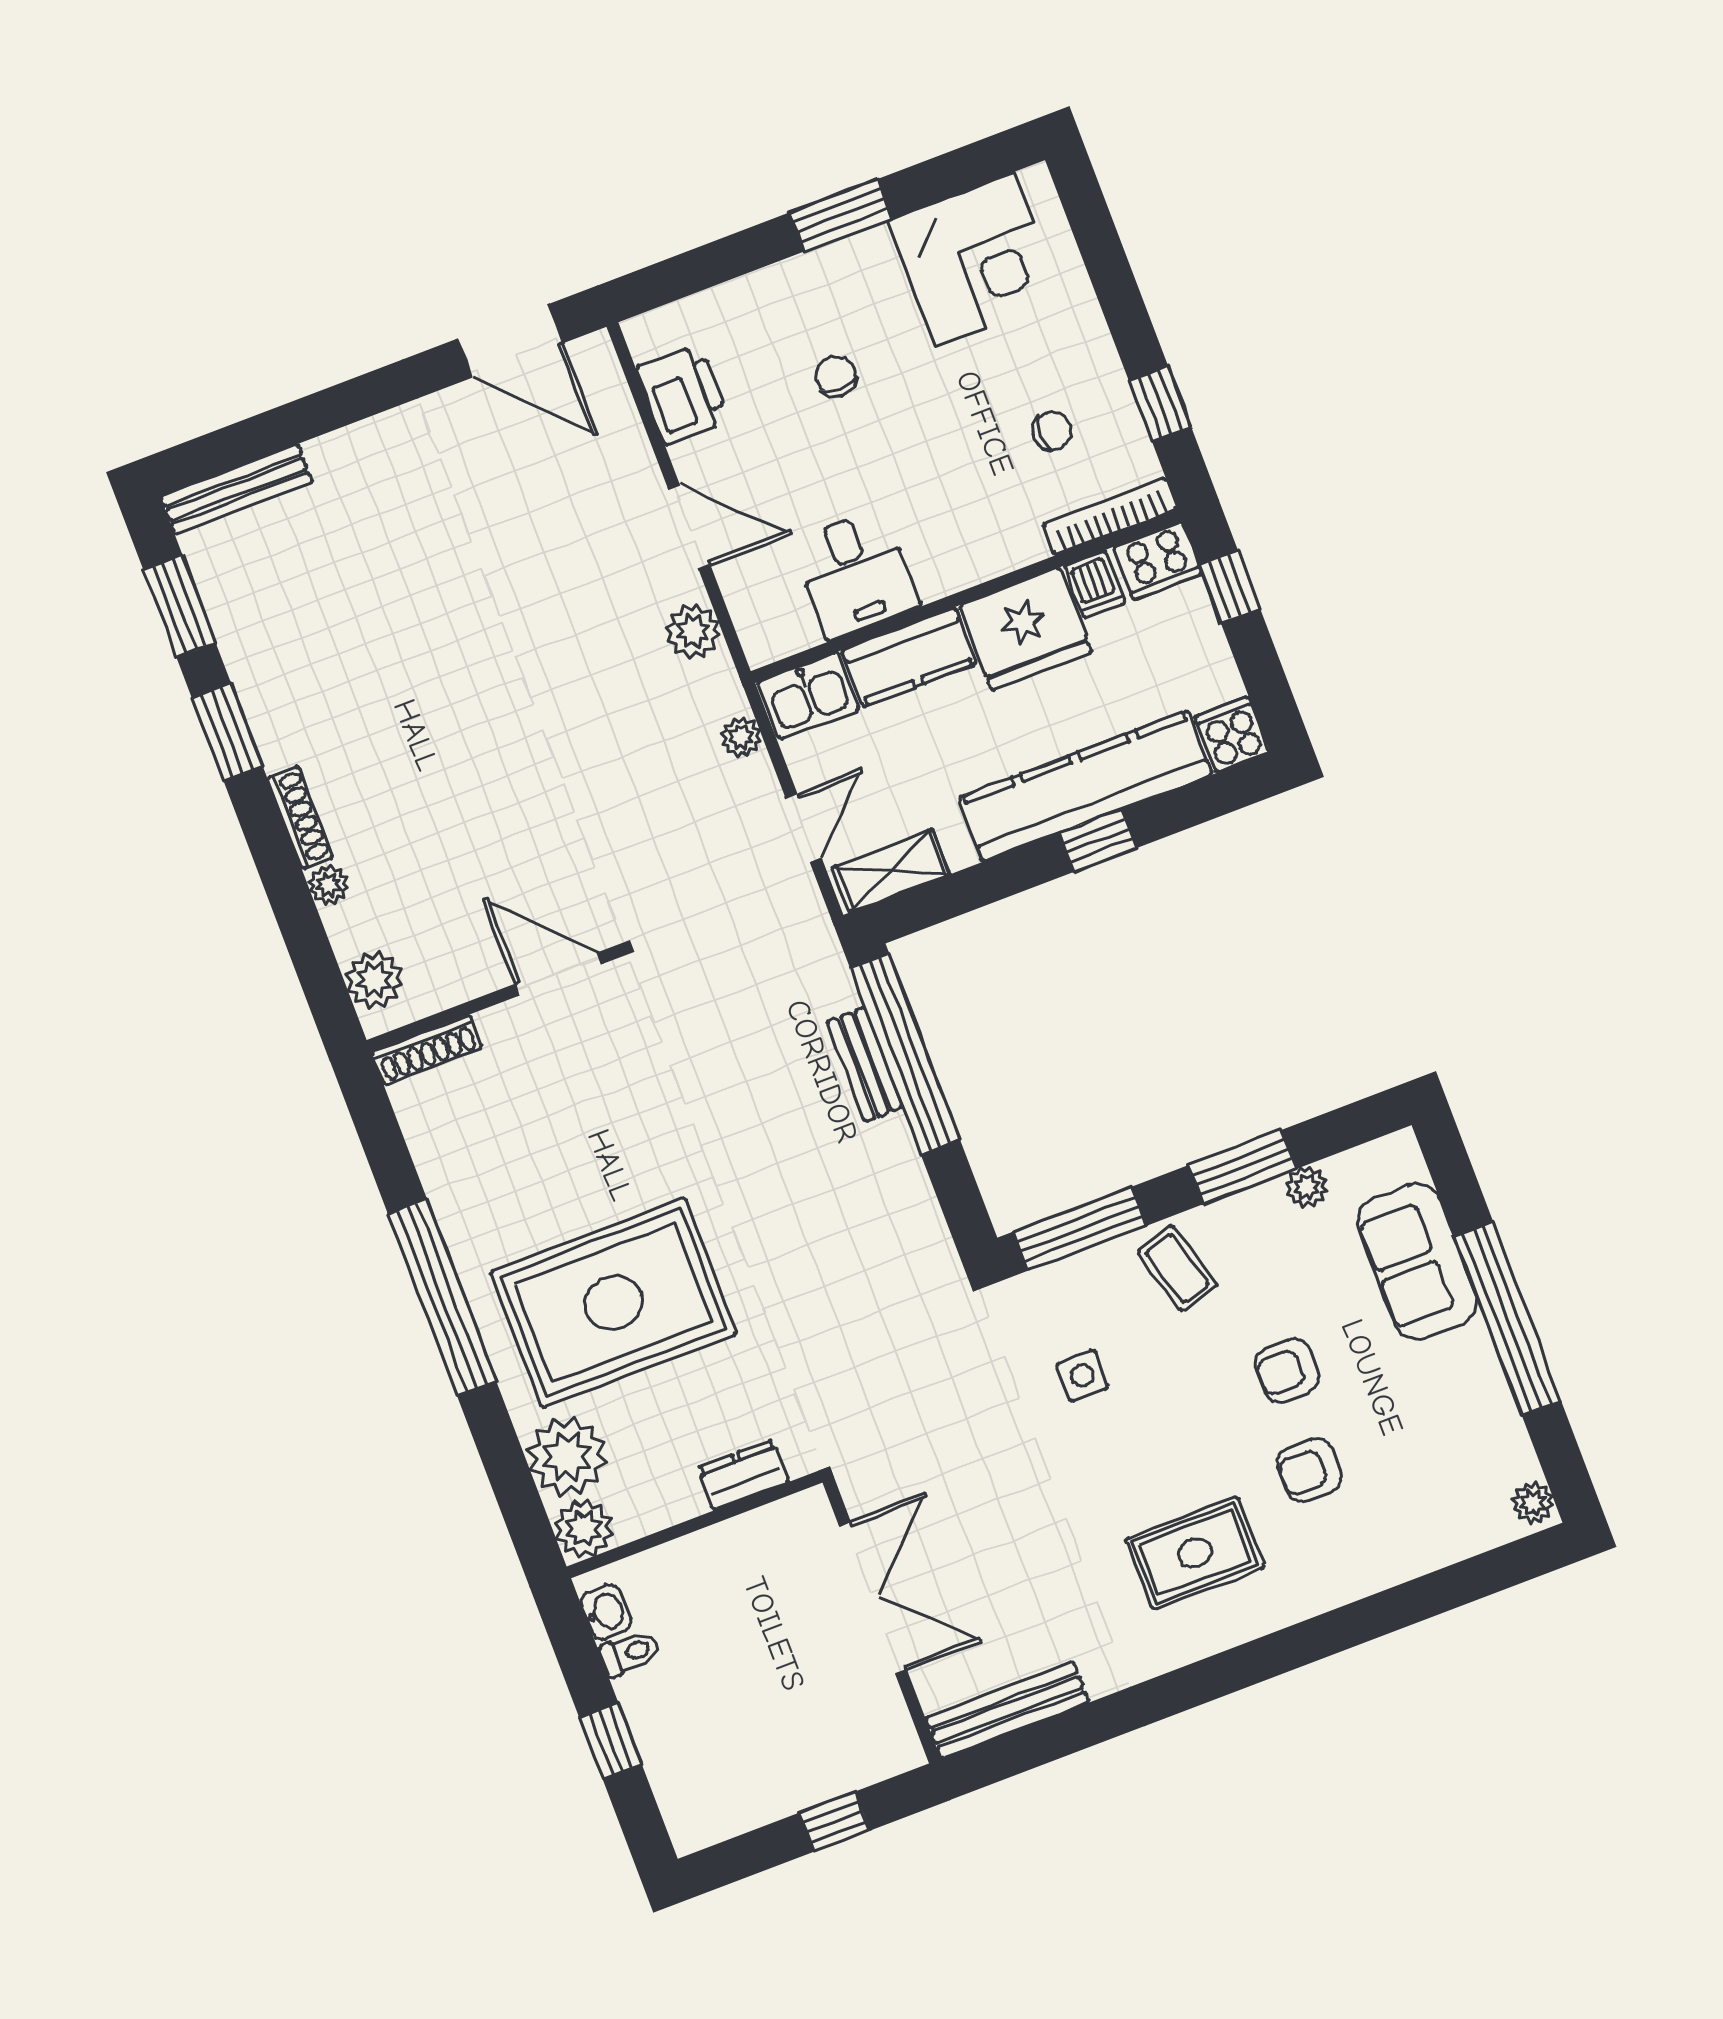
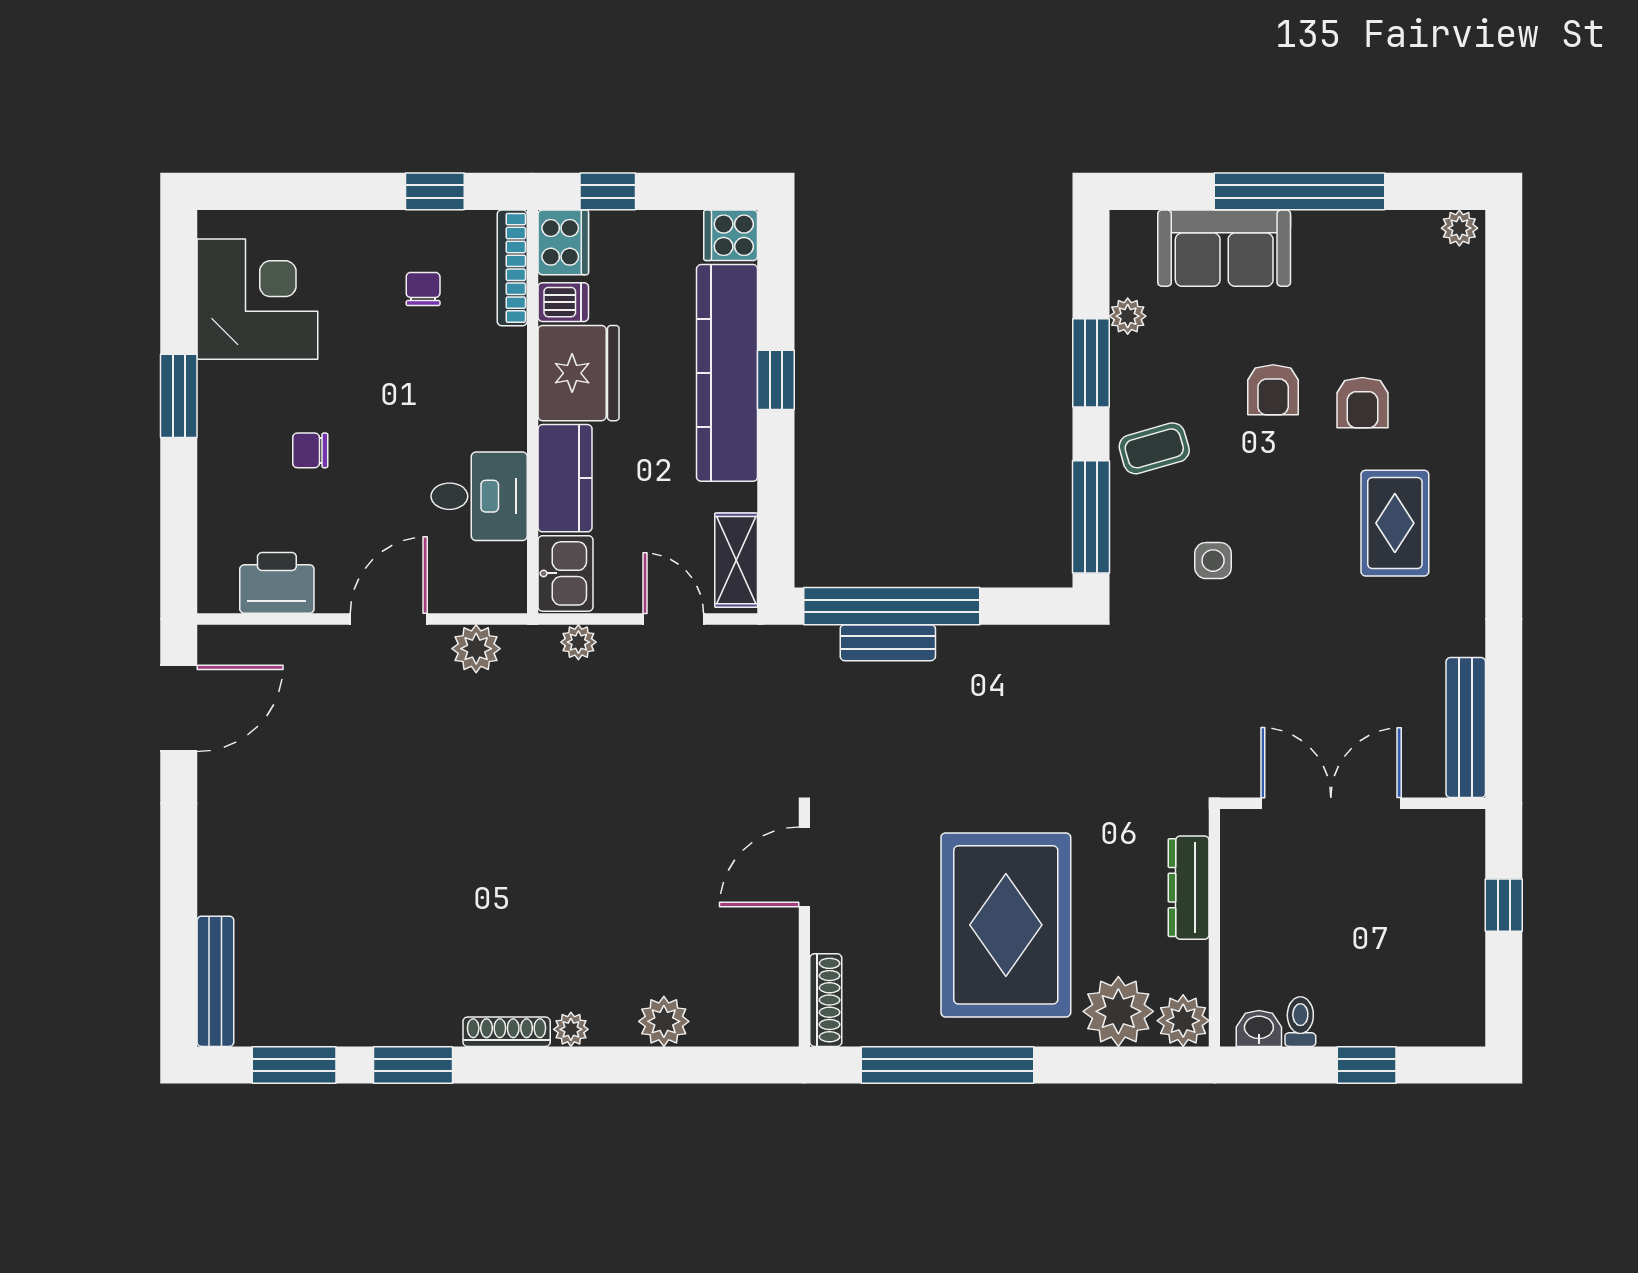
door: (559, 974) -> (804, 867), moved
wall: (495, 998) -> (804, 928), moved
shoe rack: (427, 1050) -> (826, 1000), moved
dresser: (743, 1475) -> (1189, 888), width x1.44

